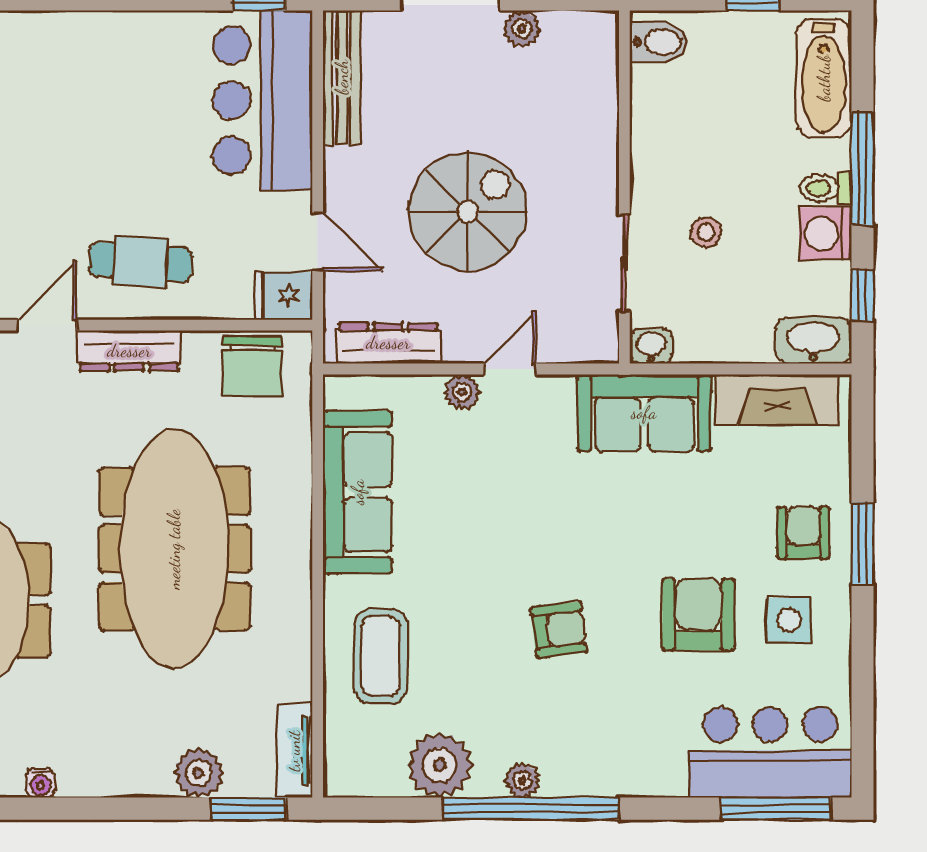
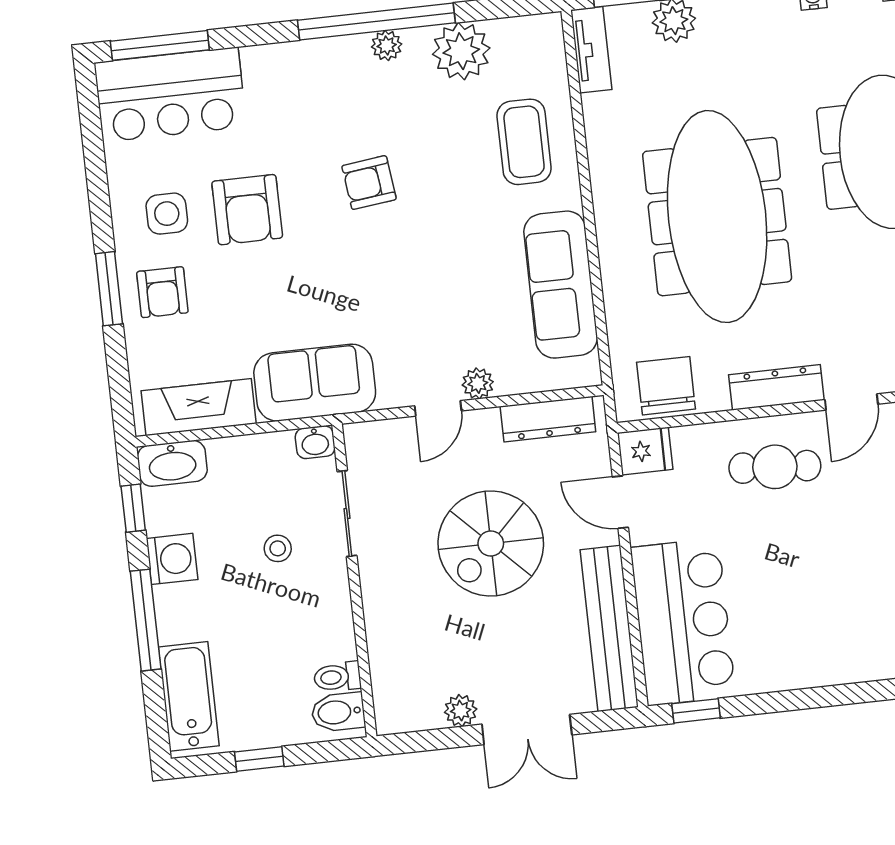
bench: (342, 77) -> (609, 628), width x1.37, depth x1.21
toilet: (826, 188) -> (337, 677), moved, turned 180

